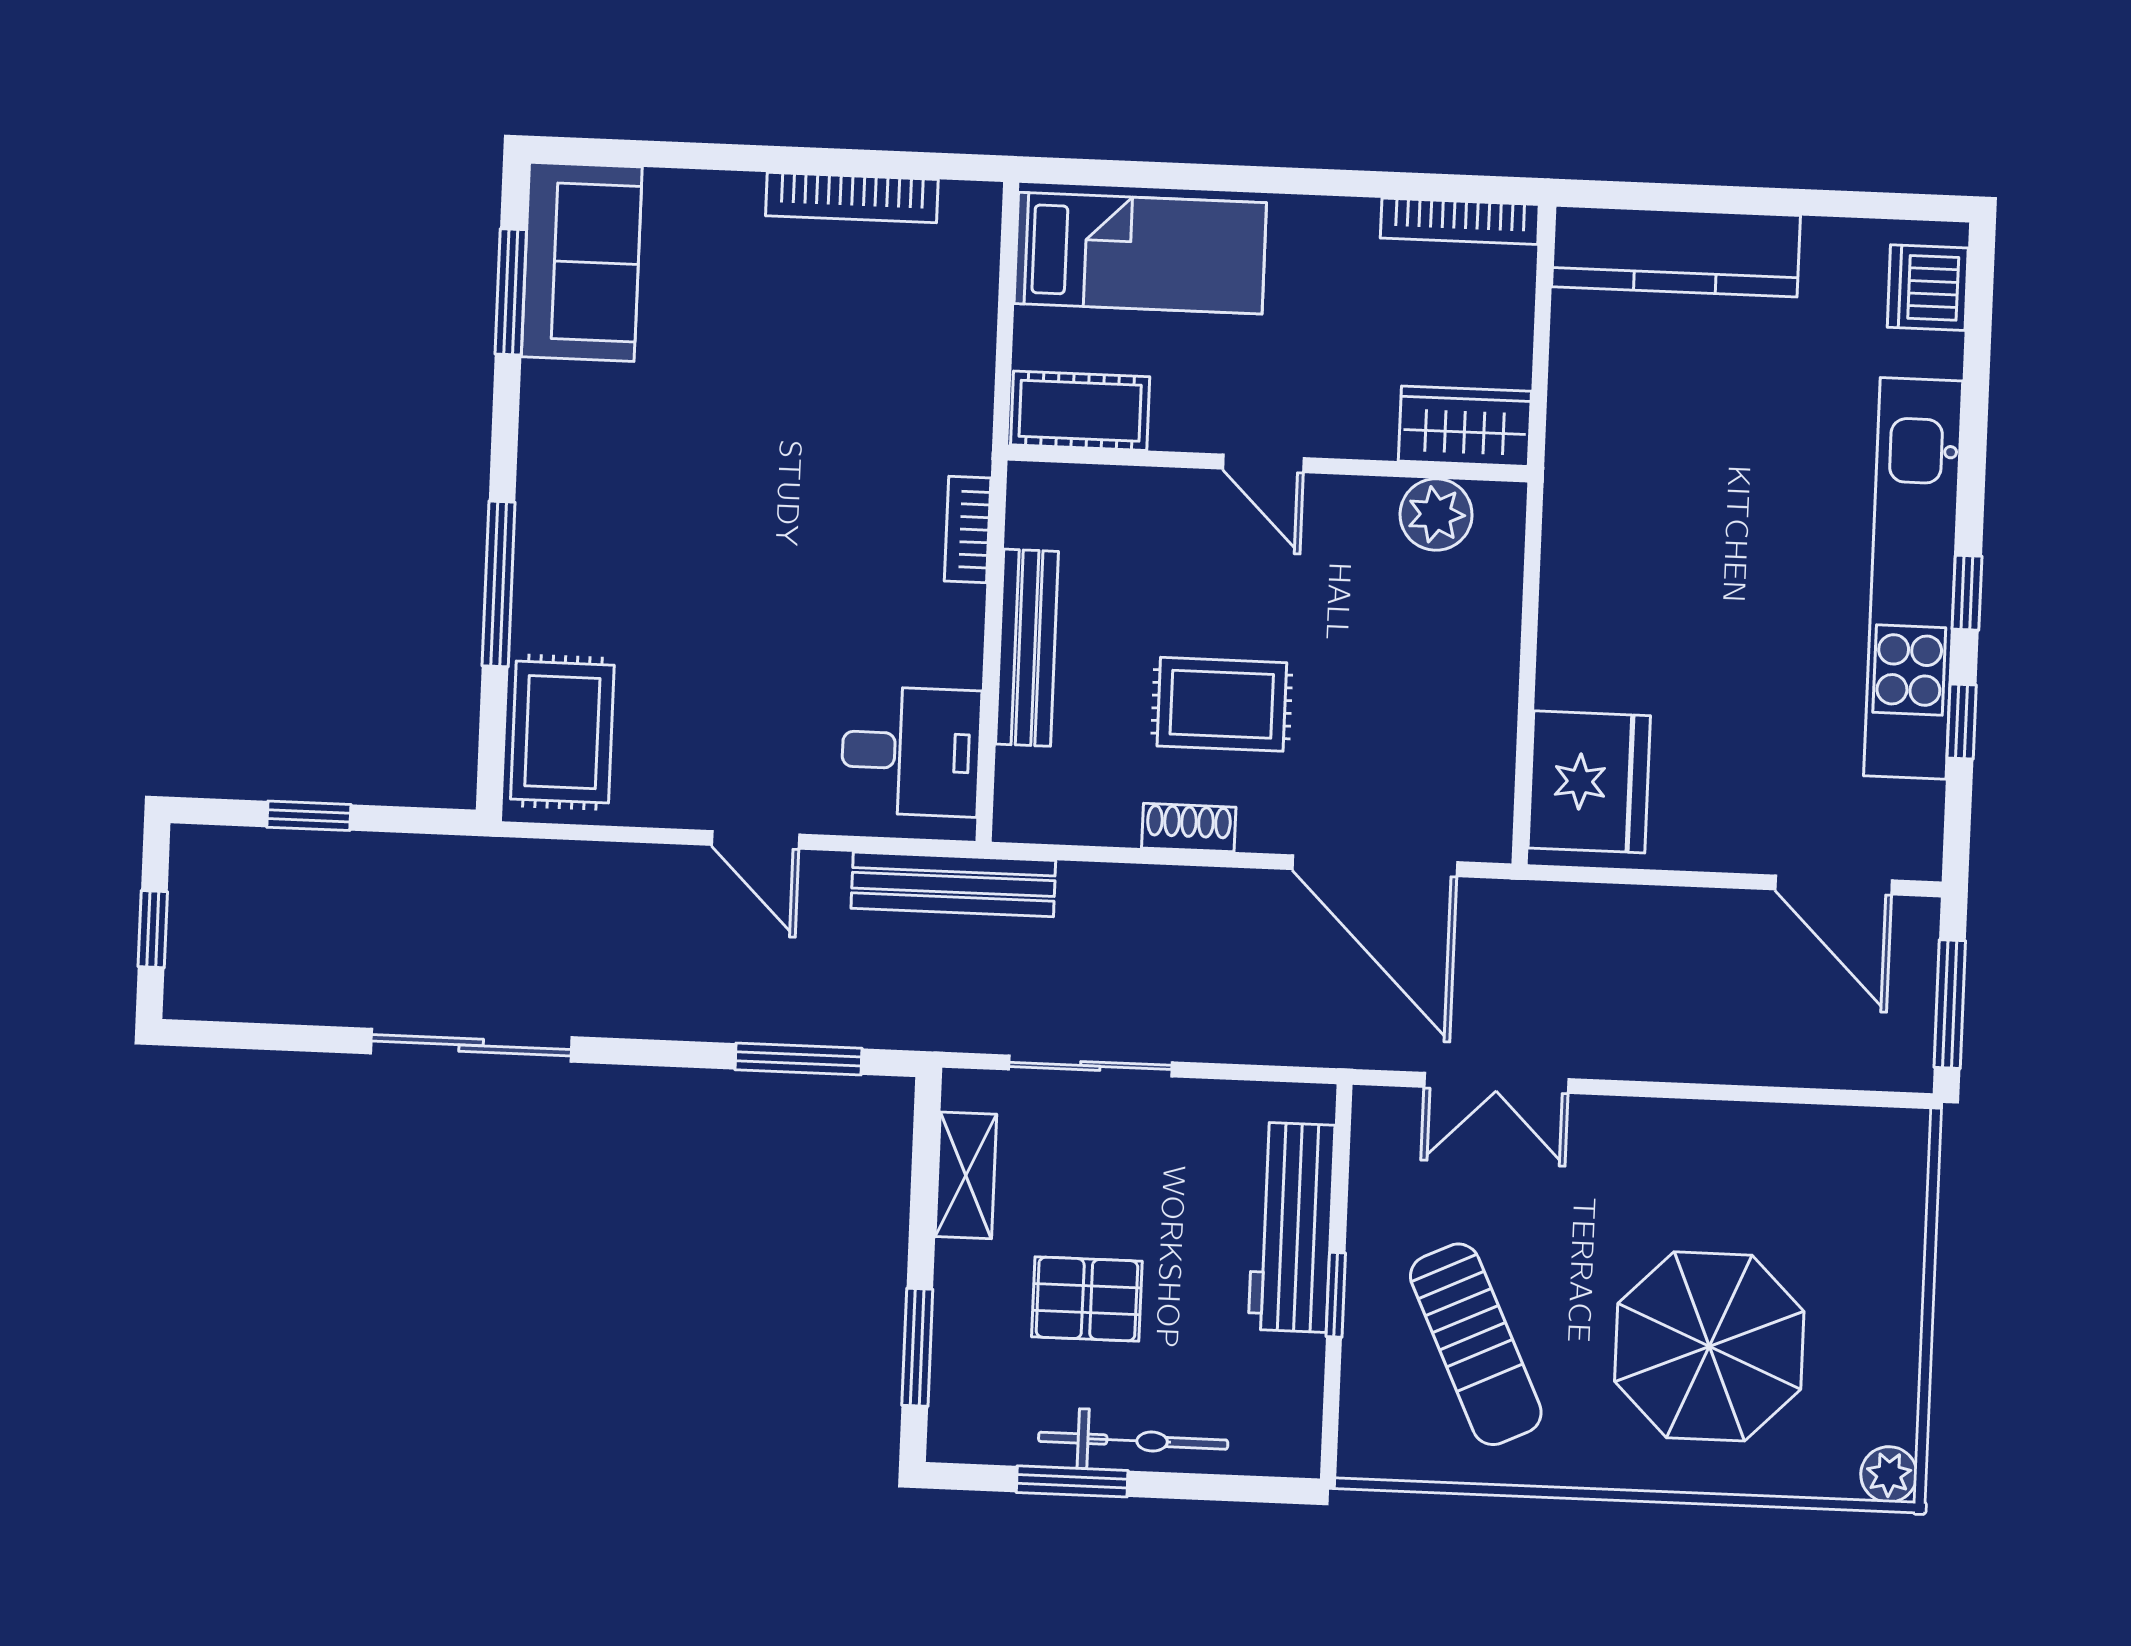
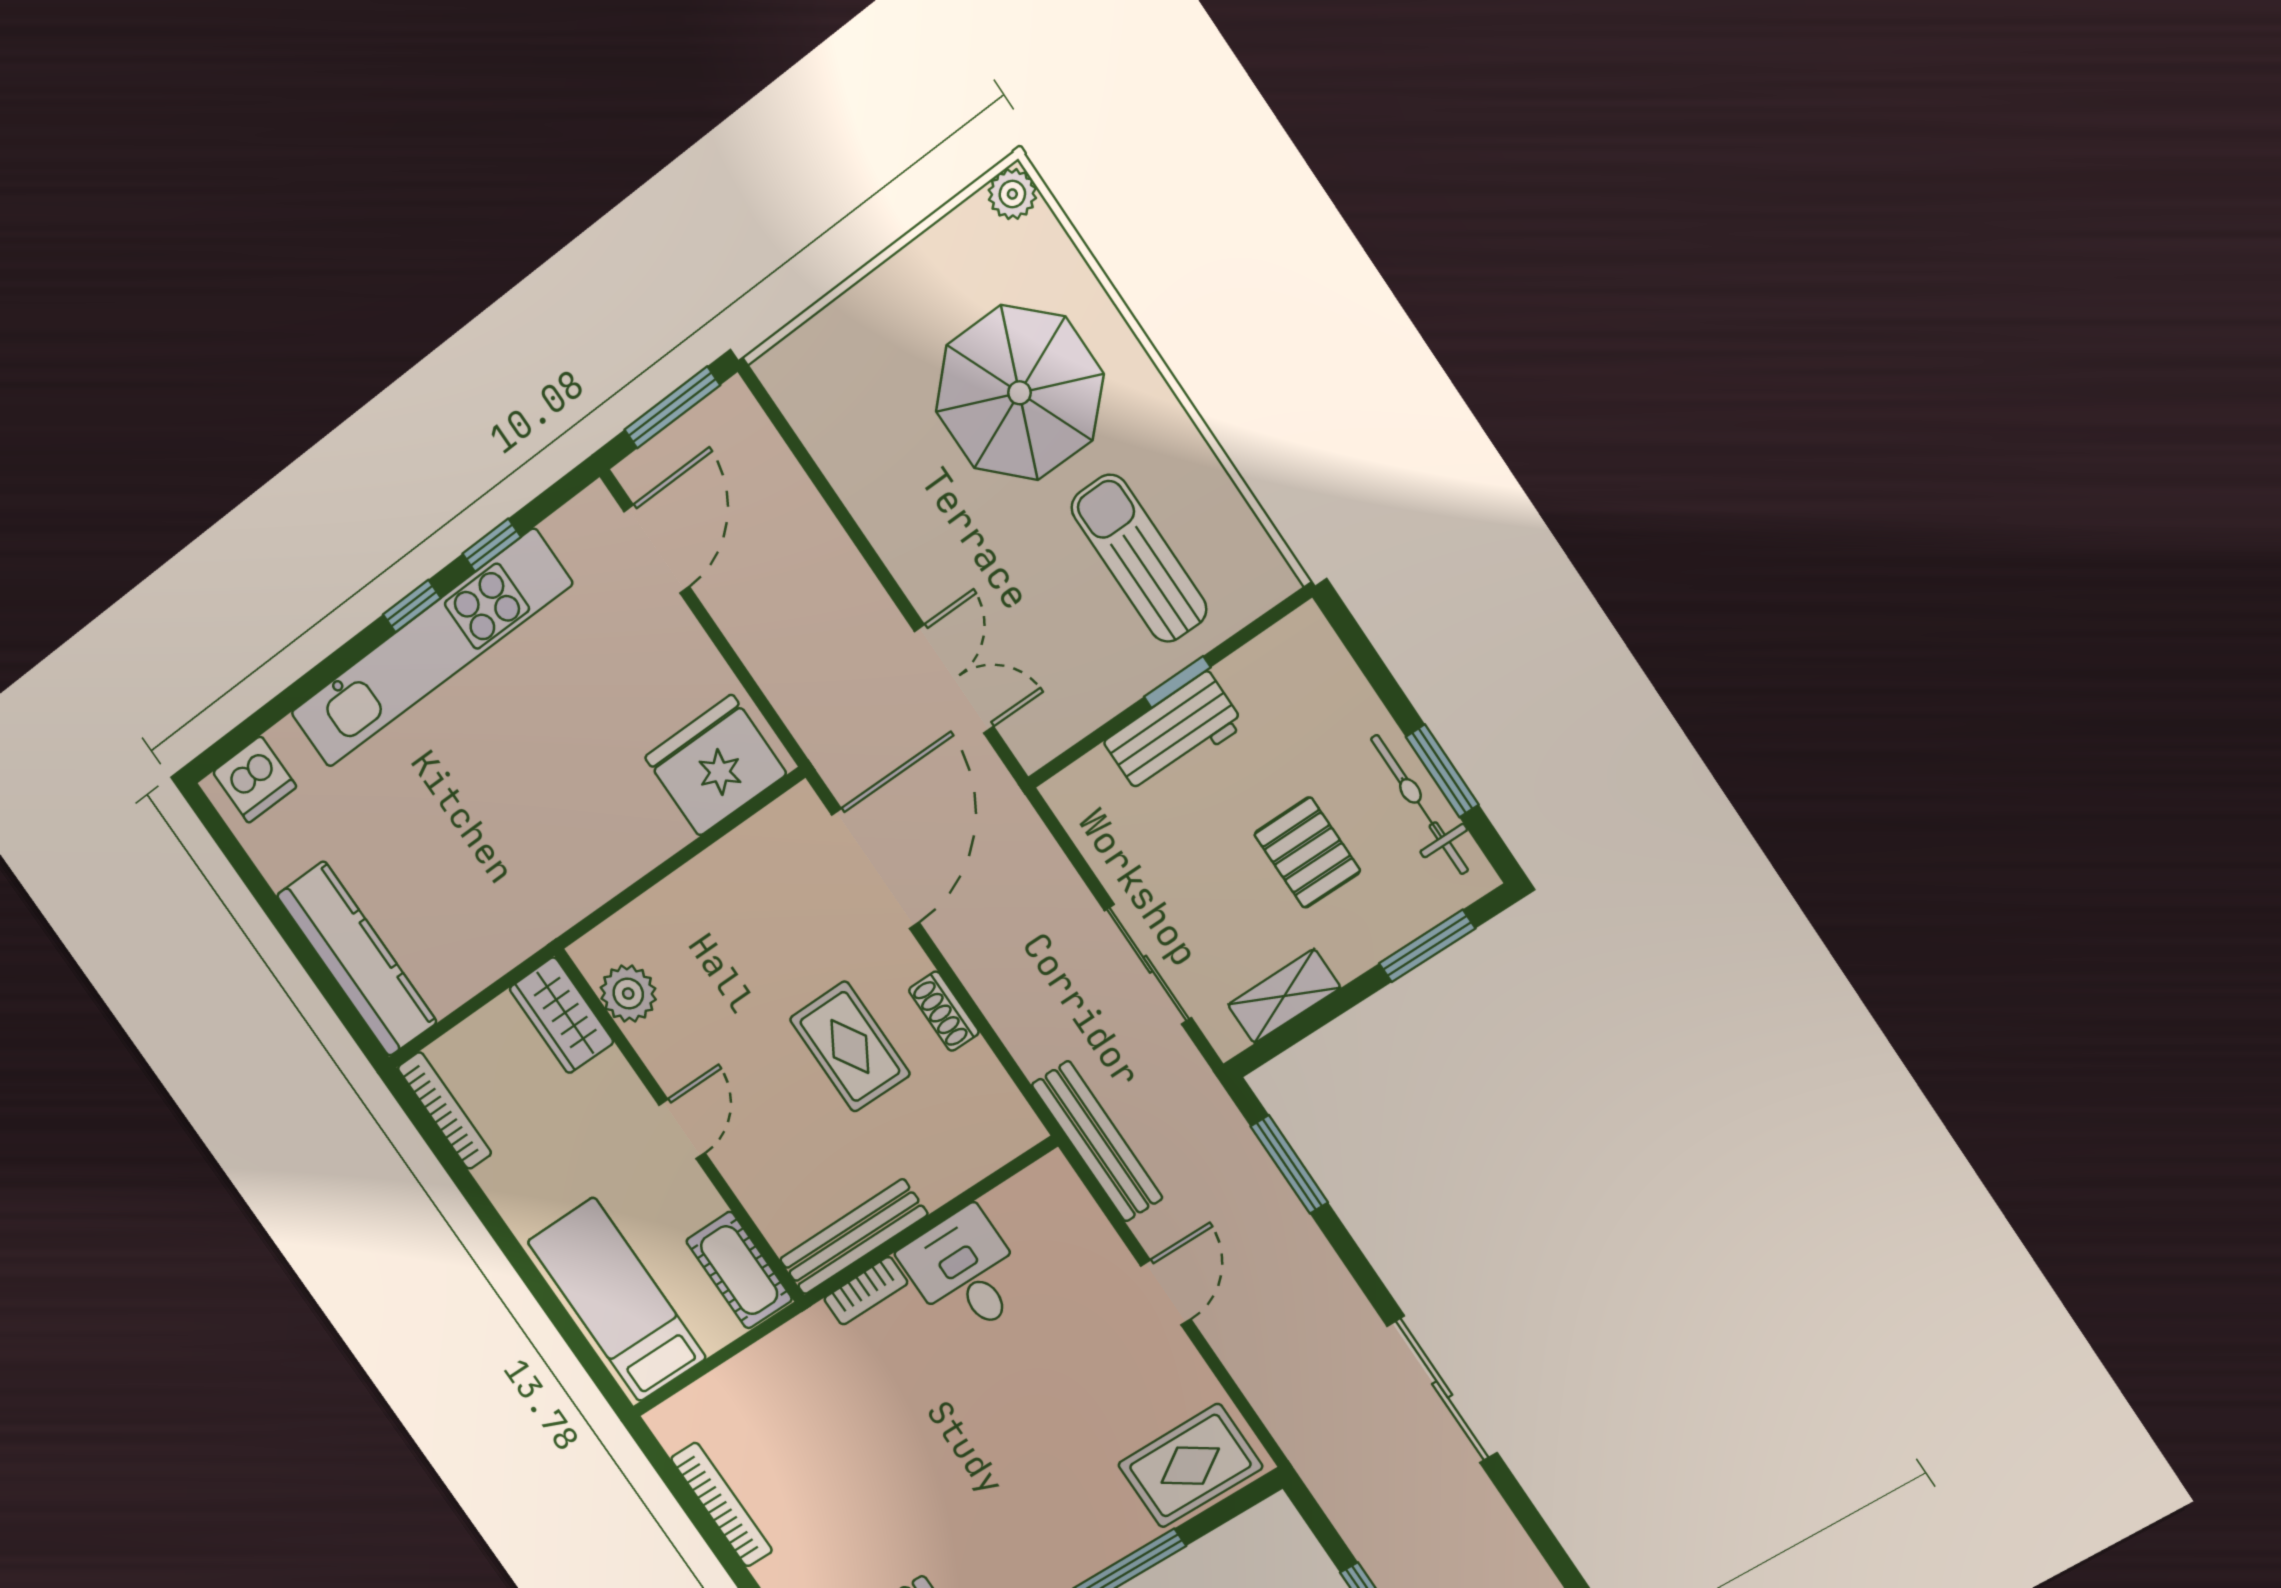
bench: (1027, 648) -> (854, 1237), moved
desk: (911, 751) -> (965, 1272), moved
workbench: (1292, 1227) -> (1174, 733), width x0.73
sun lounger: (1476, 1344) -> (1139, 558), turned -65
bicycle: (1133, 1441) -> (1420, 805), moved

